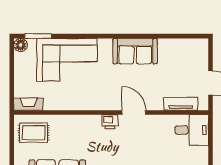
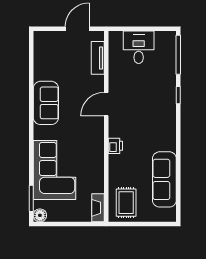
printer: (110, 122) -> (115, 146), moved
desk: (192, 130) -> (139, 47), moved

